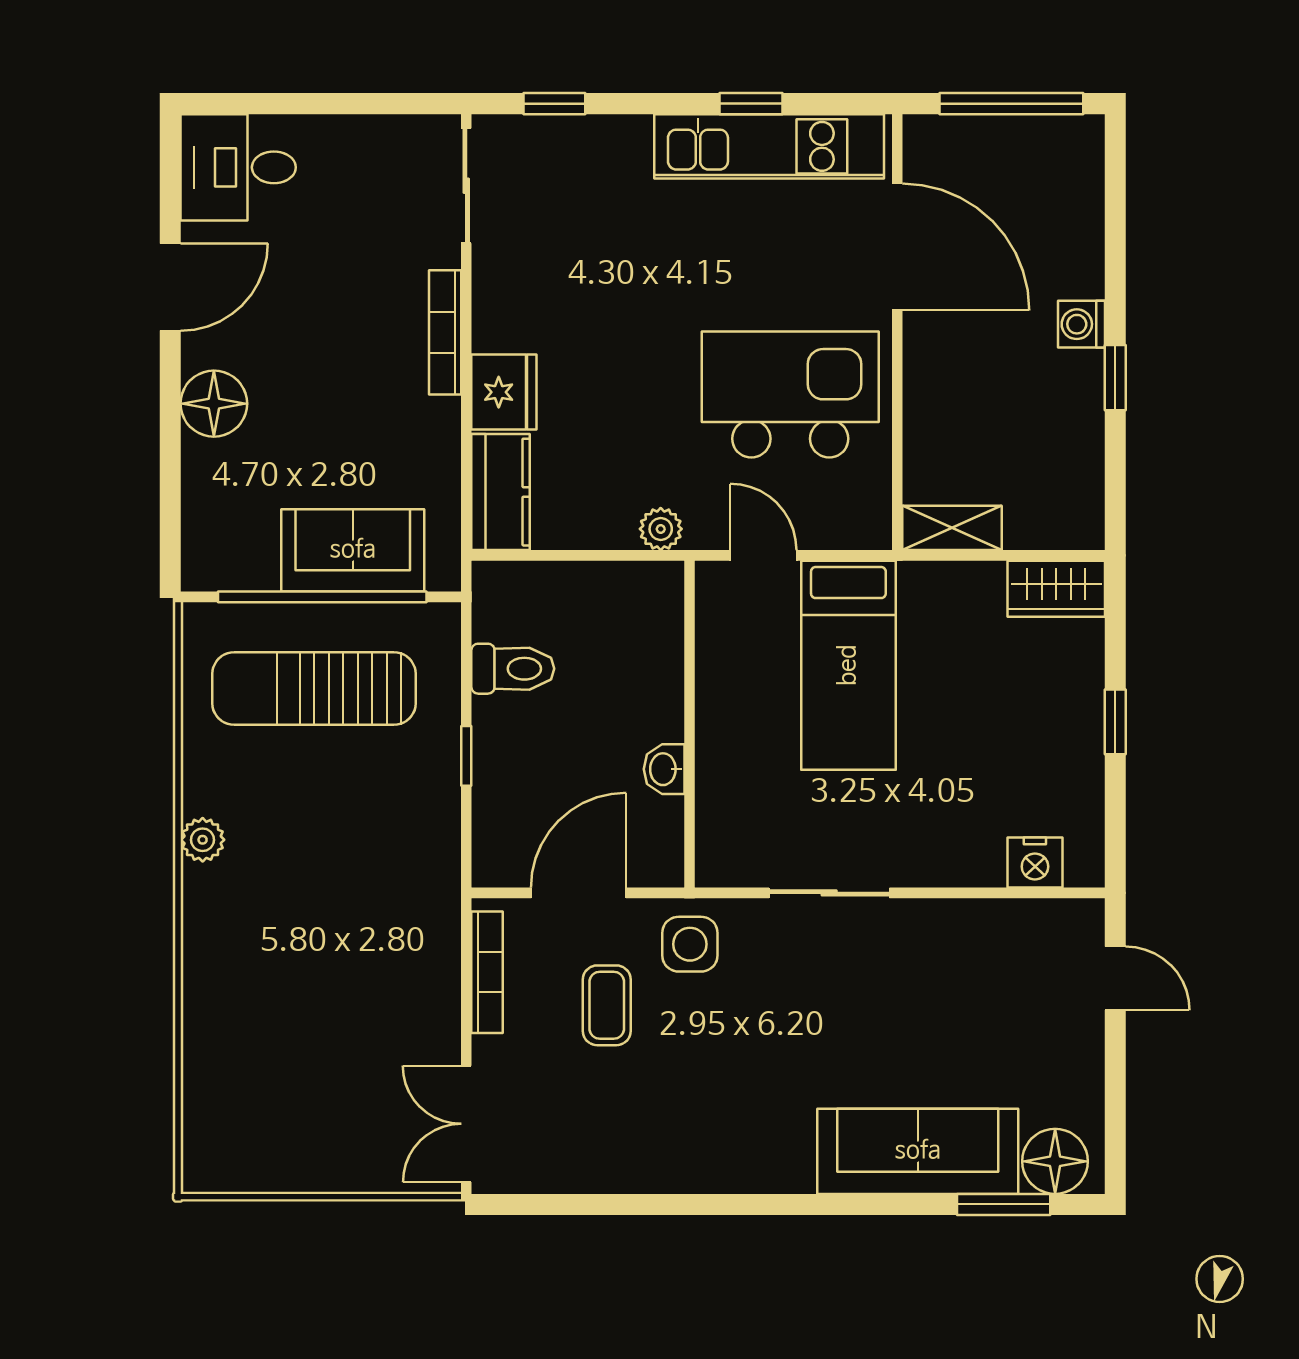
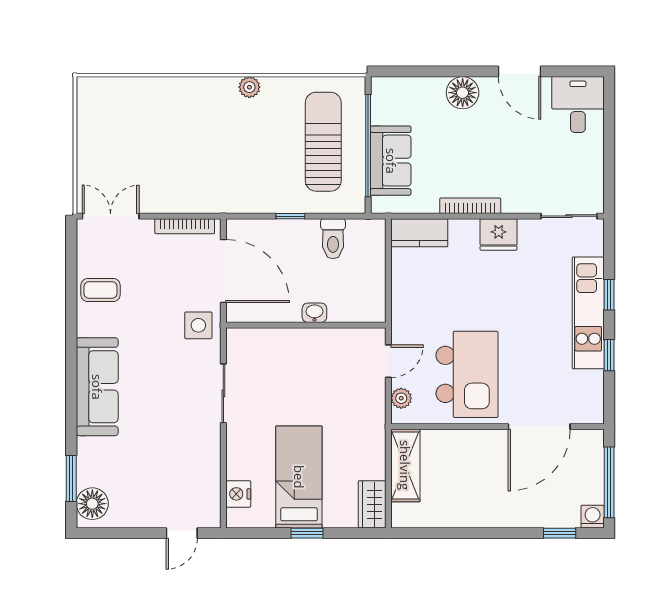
window: (554, 104) -> (609, 295), moved
kitchen unit: (769, 146) -> (588, 313), moved
washing machine: (1081, 324) -> (593, 517), moved
bookcase: (445, 332) -> (470, 206), moved
window: (1115, 378) -> (560, 533), moved
fridge: (504, 392) -> (499, 234), moved
shelving: (952, 528) -> (405, 465), width x1.50, depth x1.33
plant: (661, 529) -> (401, 398), moved
bed: (848, 665) -> (299, 477), moved, turned 90
washbasin: (664, 769) -> (314, 313), moved
door: (579, 893) -> (223, 271), width x1.36
coffee table: (607, 1005) -> (101, 290), moved
sofa: (918, 1151) -> (97, 387), moved

